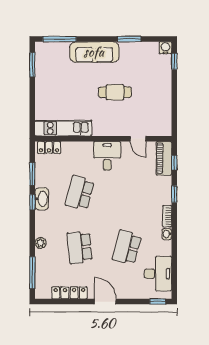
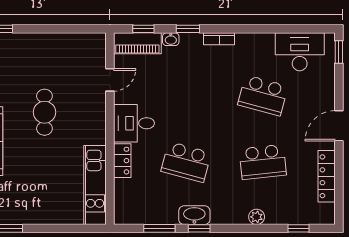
locker: (49, 147) -> (122, 161), moved
washbasin: (167, 234) -> (171, 39), moved
window: (32, 273) -> (298, 228), width x0.46

